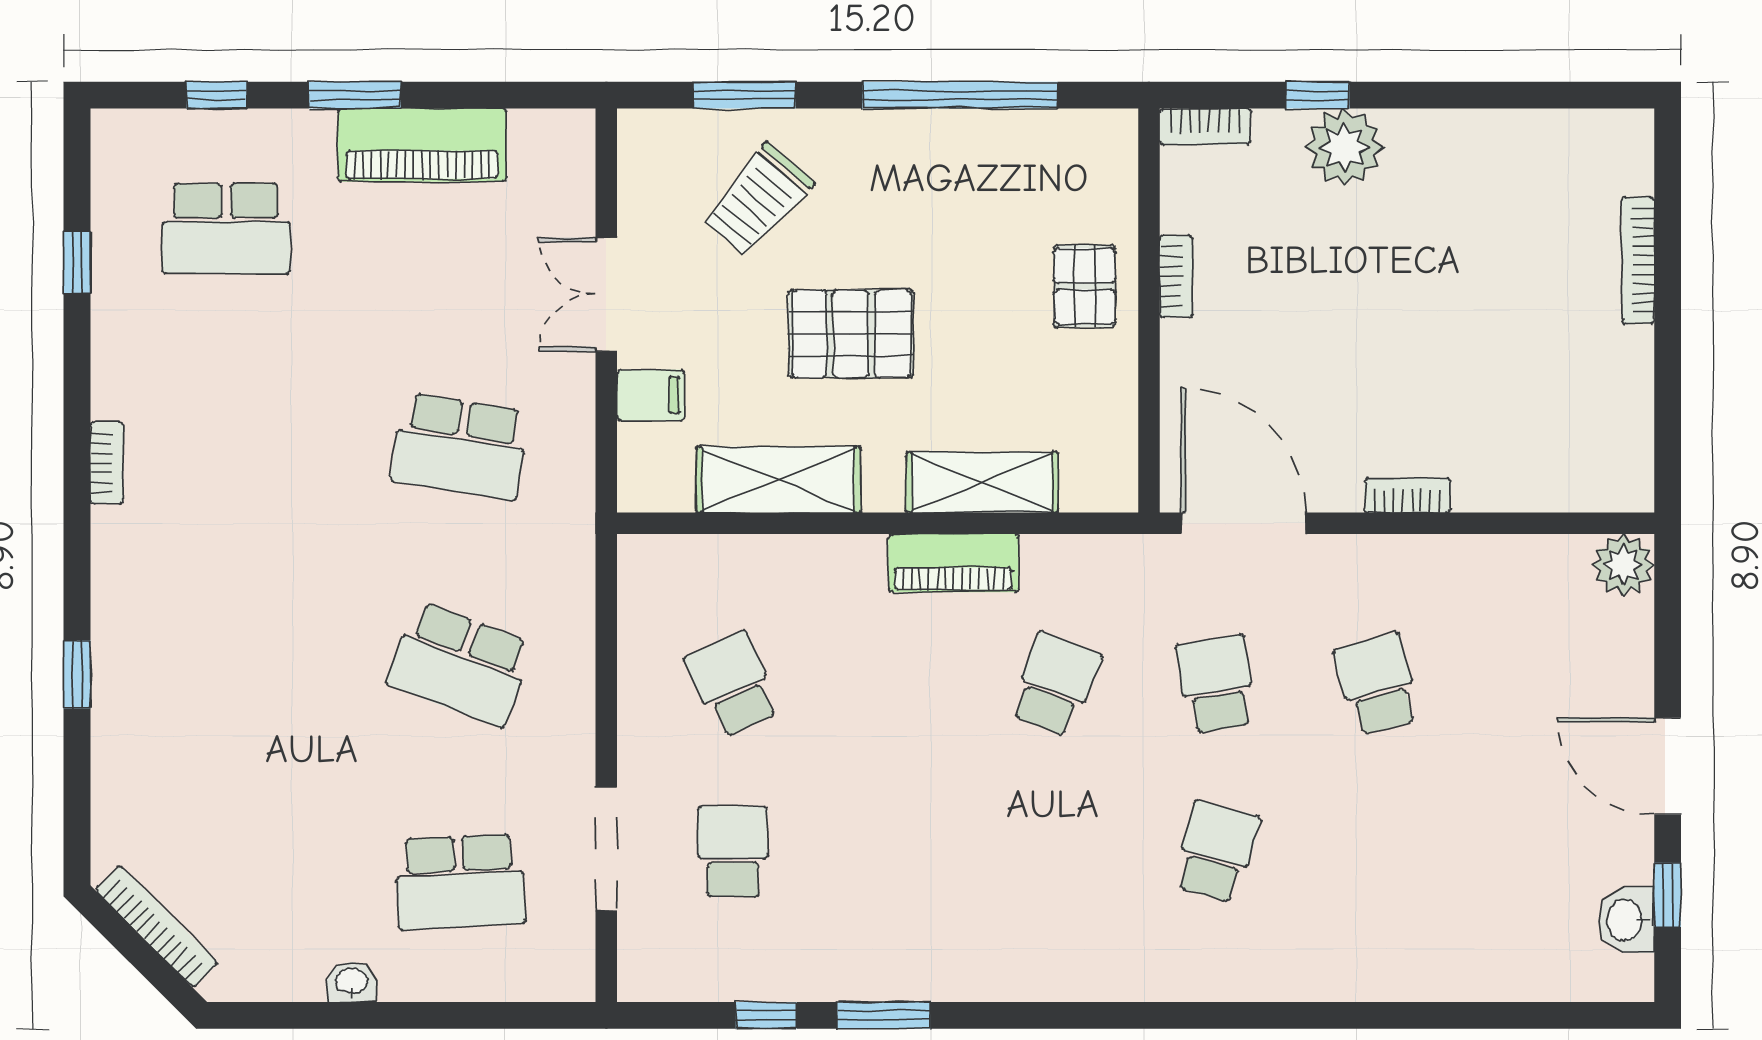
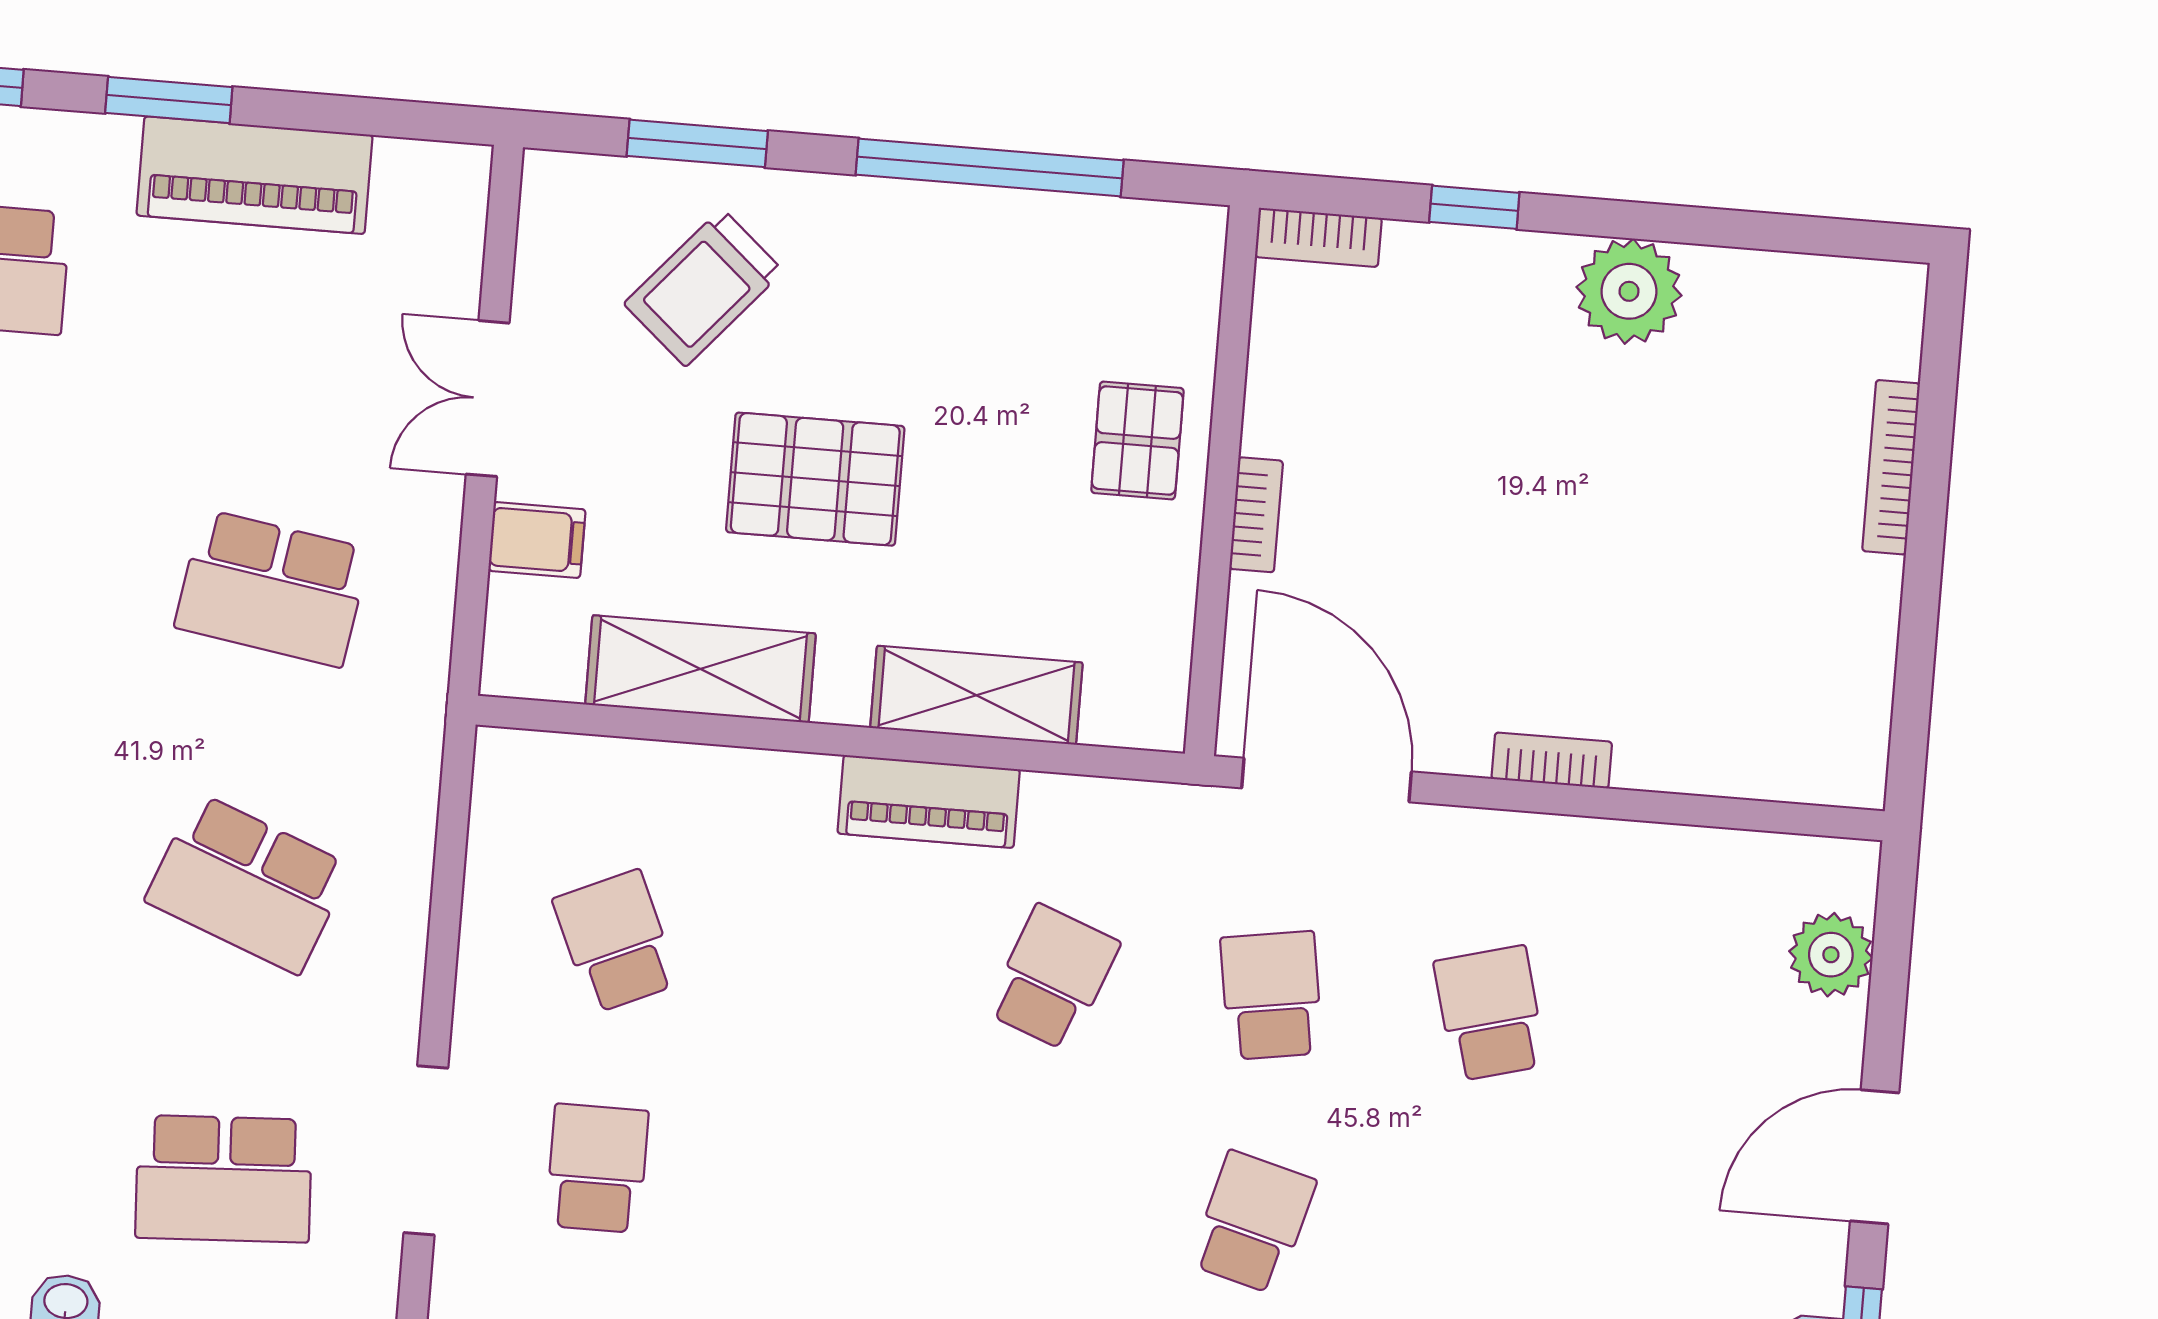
plant: (1344, 147) -> (1629, 291), moved
bookcase: (1176, 276) -> (1256, 515), moved
plant: (1623, 565) -> (1831, 955), moved
door: (1668, 766) -> (1875, 1157), hinge flipped

